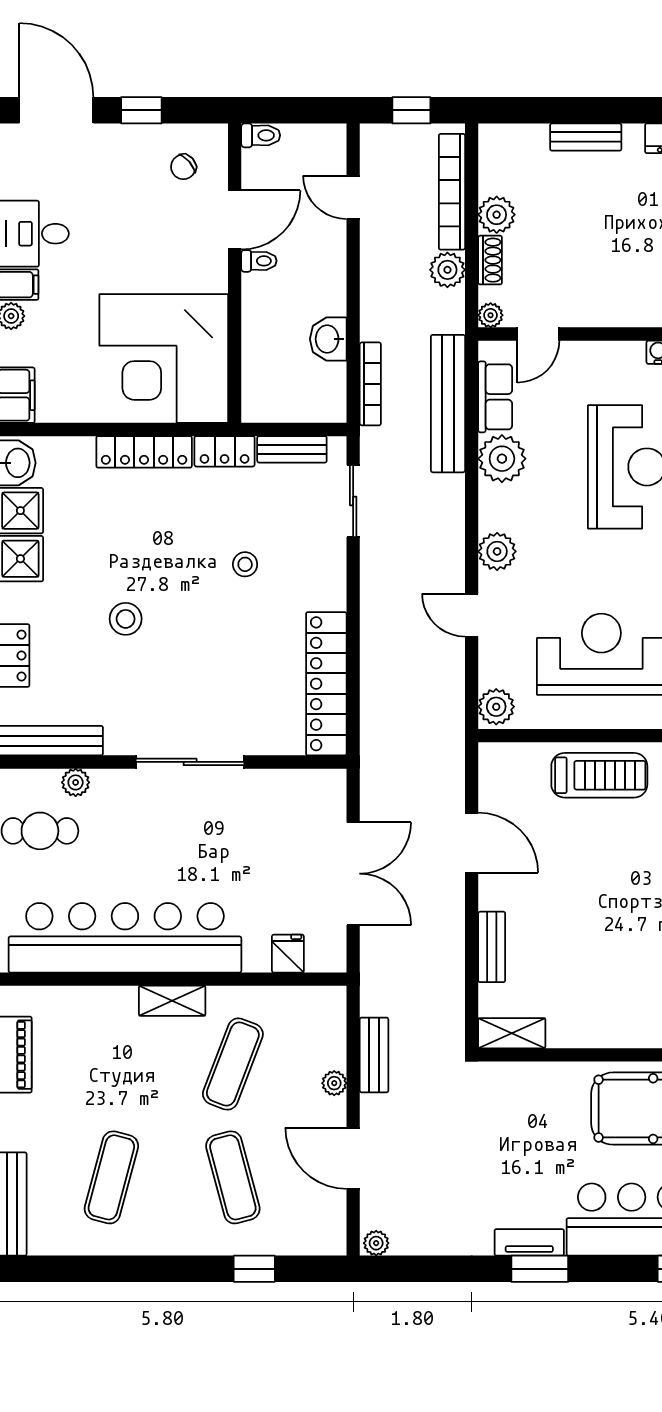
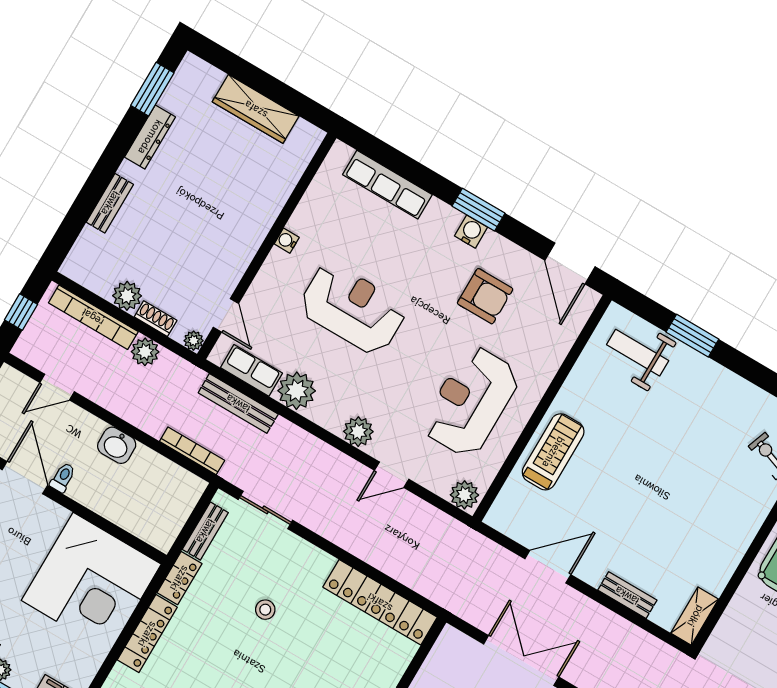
washbasin: (328, 339) -> (117, 445), moved
bench: (448, 404) -> (238, 403), width x0.73, depth x0.82

